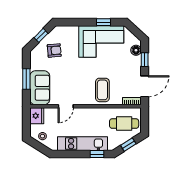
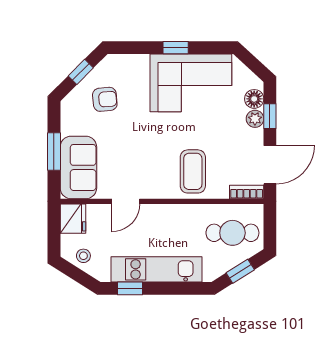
window: (104, 22) -> (176, 48), moved
plant: (136, 61) -> (255, 119), added
window: (97, 154) -> (130, 288), moved

